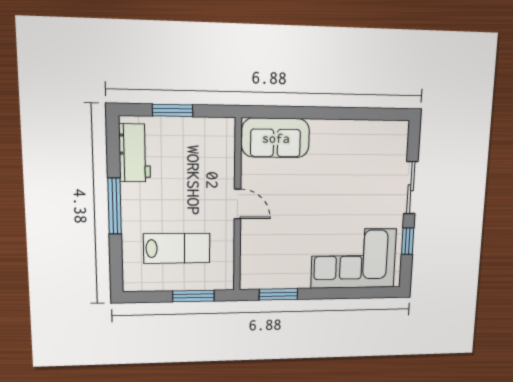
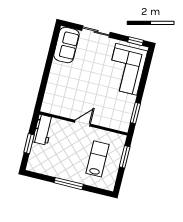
sofa: (276, 138) -> (66, 45), moved
workbench: (135, 153) -> (43, 130), moved, turned 90
window: (408, 241) -> (136, 41), moved

